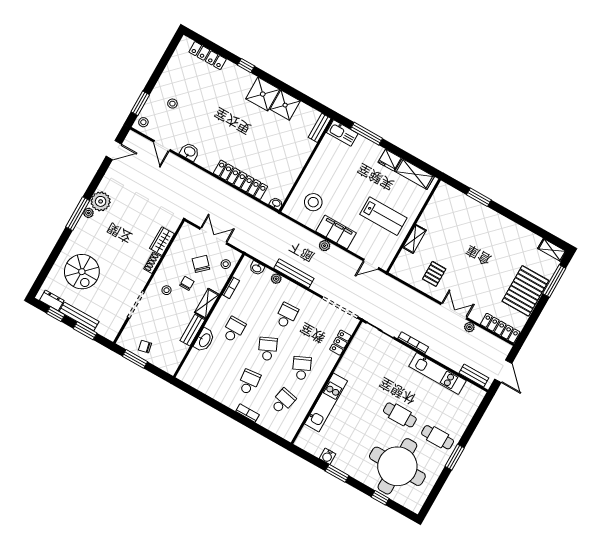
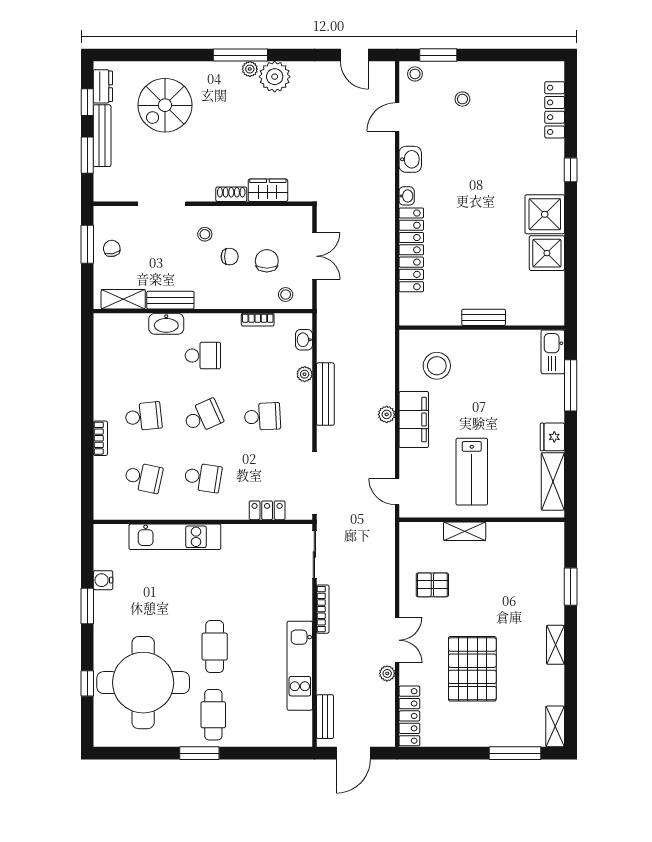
bench: (320, 128) -> (484, 317), moved
washbasin: (276, 203) -> (407, 196), moved
shelving: (507, 224) -> (556, 645), added
chair: (201, 264) -> (267, 261), turned -47
pallet: (525, 291) -> (472, 669), moved, turned 90
shelving: (207, 304) -> (123, 299), moved
school desk: (302, 368) -> (203, 477), turned 33

